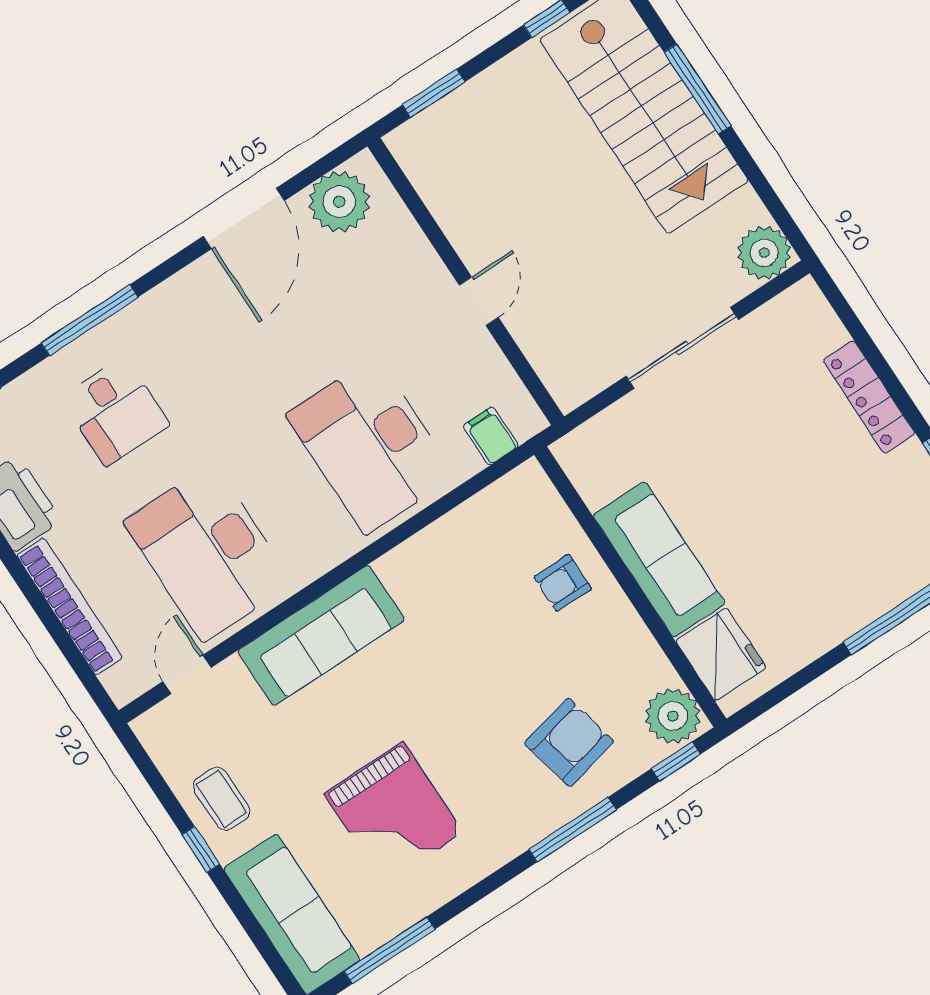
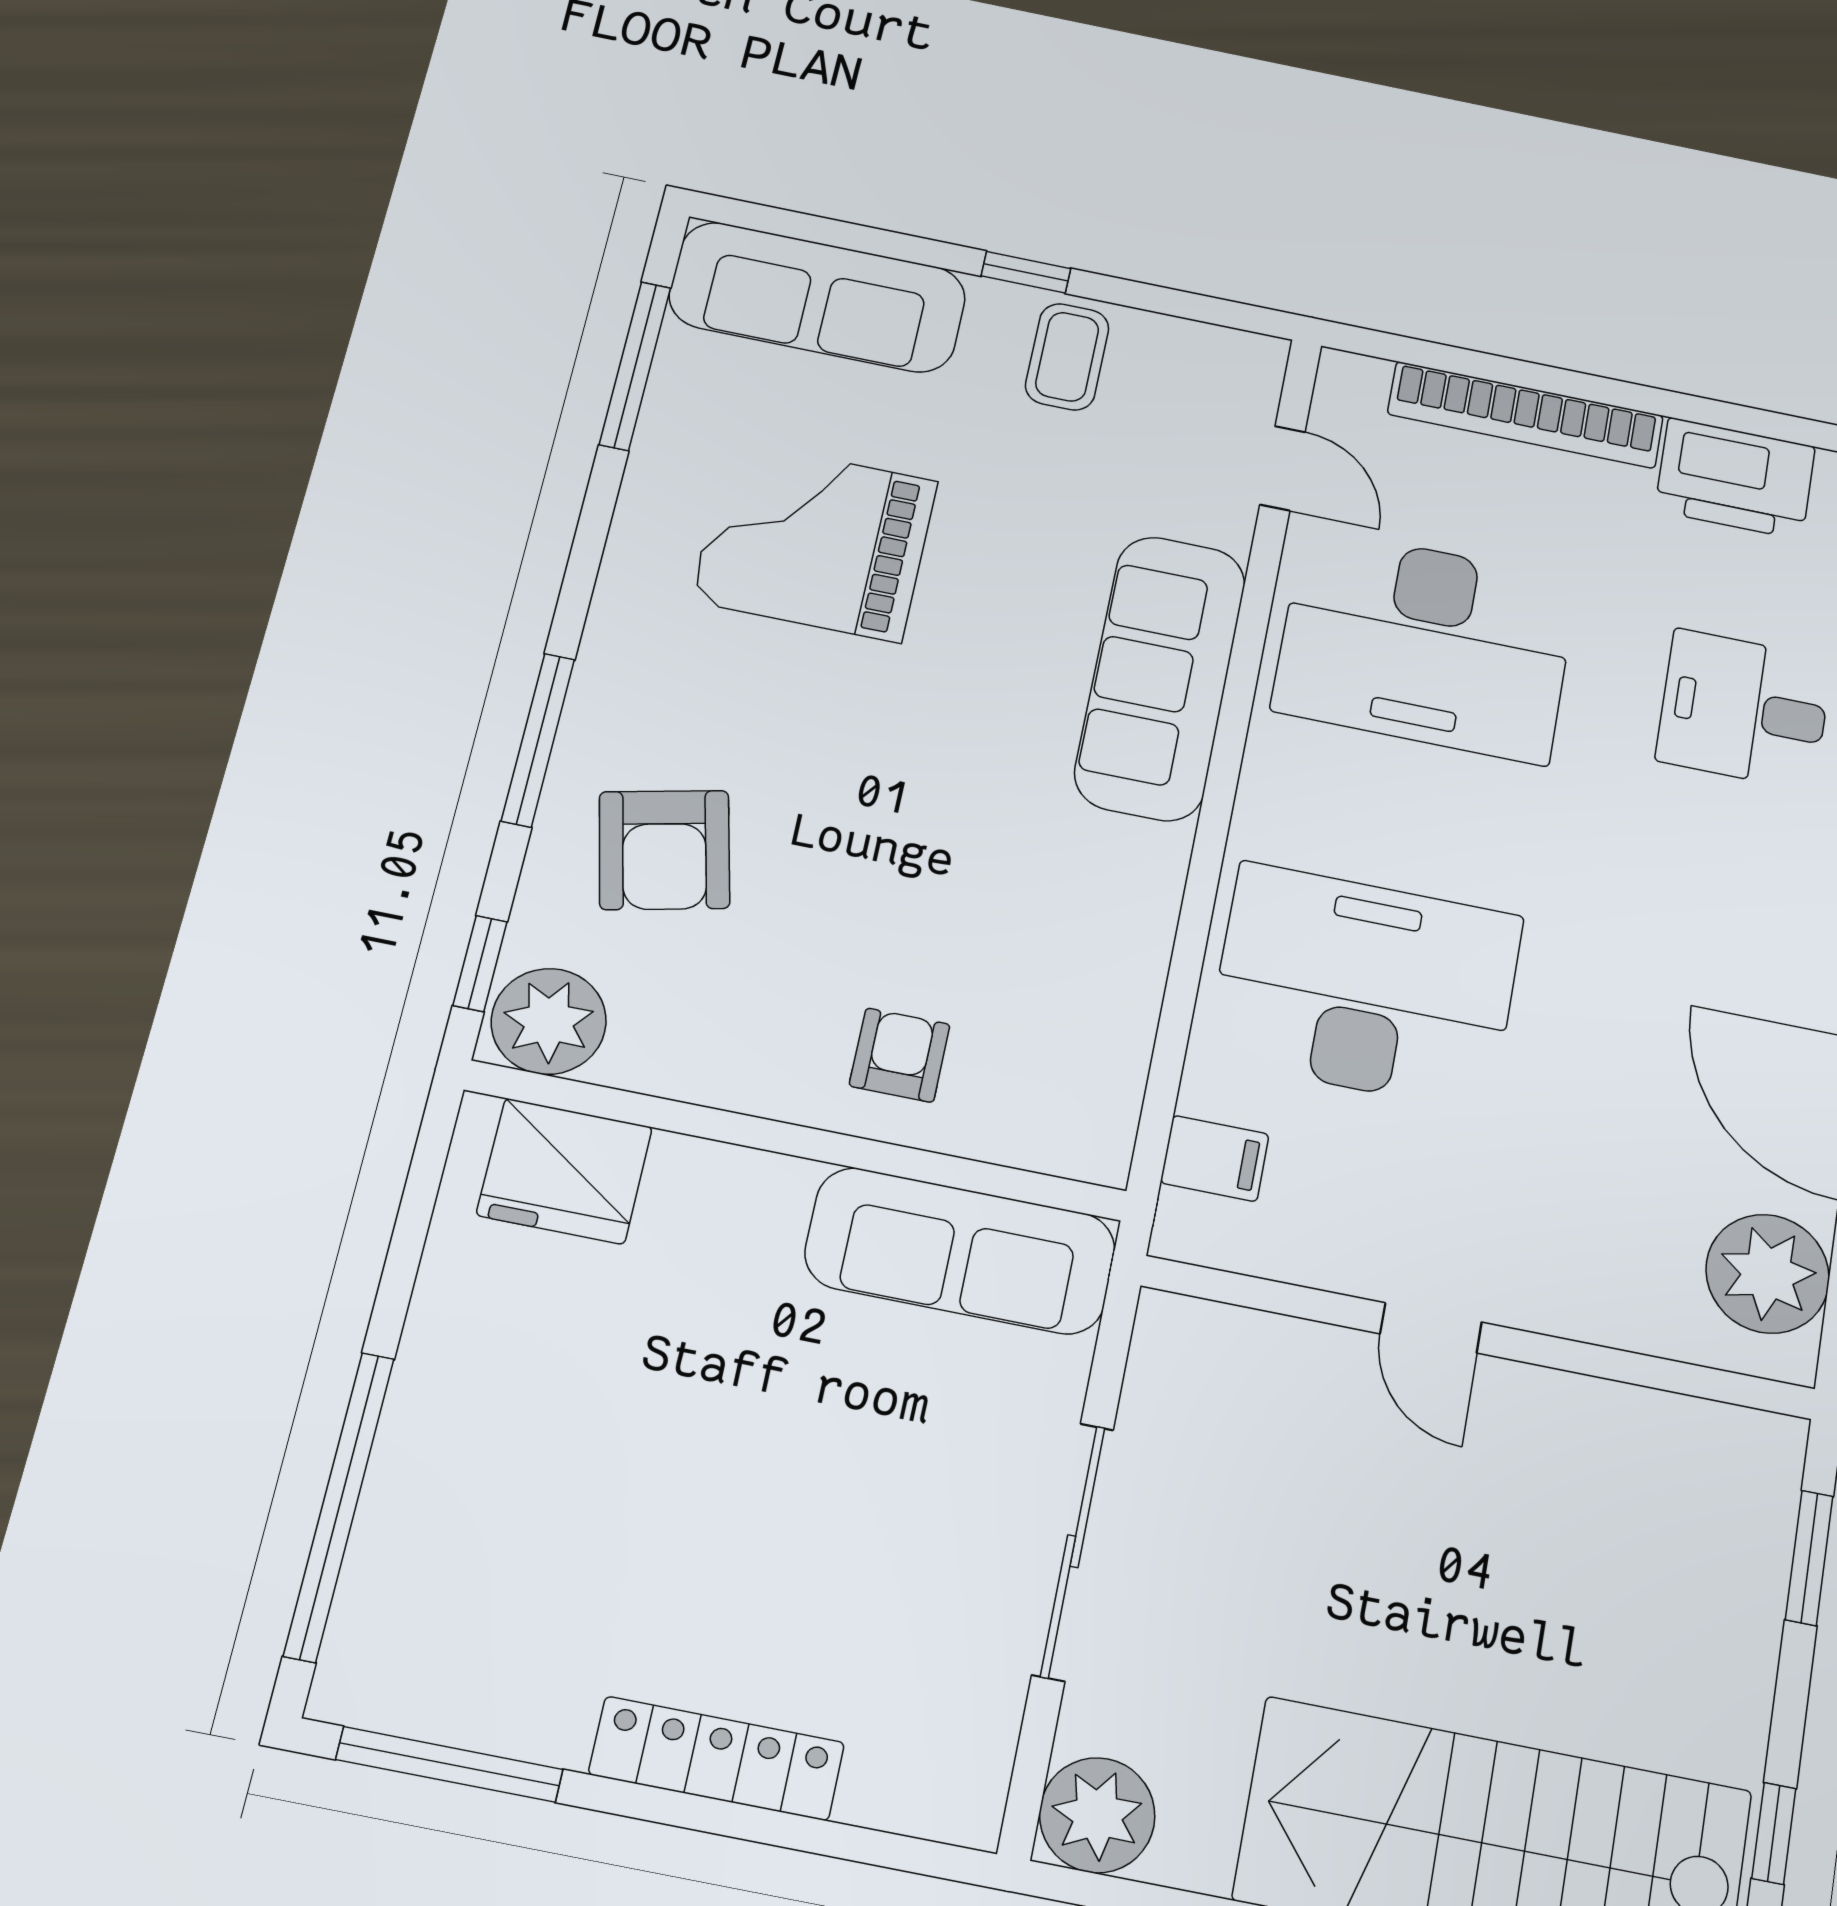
desk: (208, 552) -> (1425, 645), turned 180
sofa: (659, 559) -> (960, 1251), moved
coffee table: (222, 799) -> (1067, 357), turned 90

